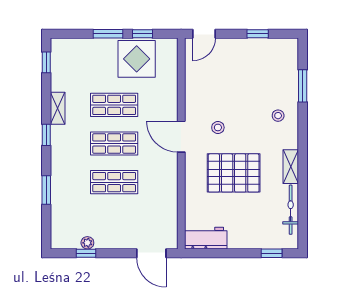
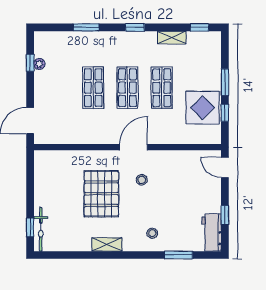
shelving: (58, 108) -> (172, 38), moved
bicycle: (291, 210) -> (41, 229), moved, turned 90
workbench: (206, 238) -> (212, 233), moved, turned 180

